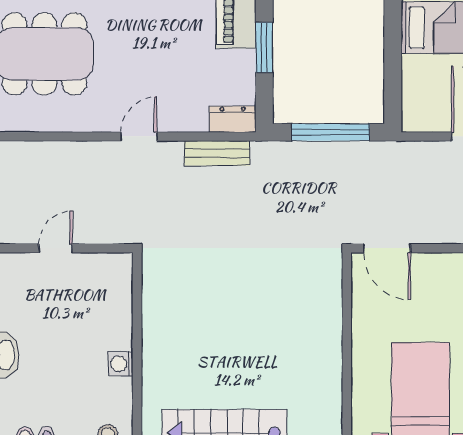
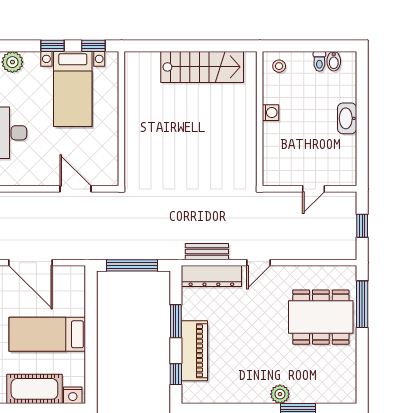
dresser: (233, 119) -> (211, 276), width x1.96, depth x1.24
door: (387, 248) -> (76, 189), moved

